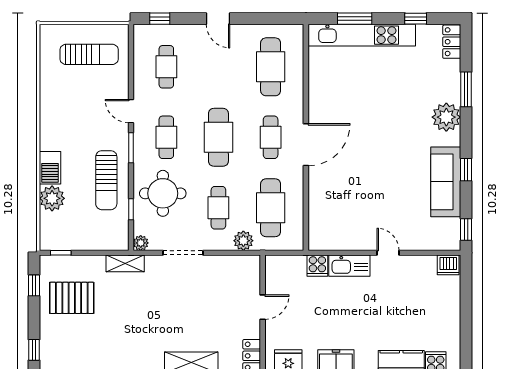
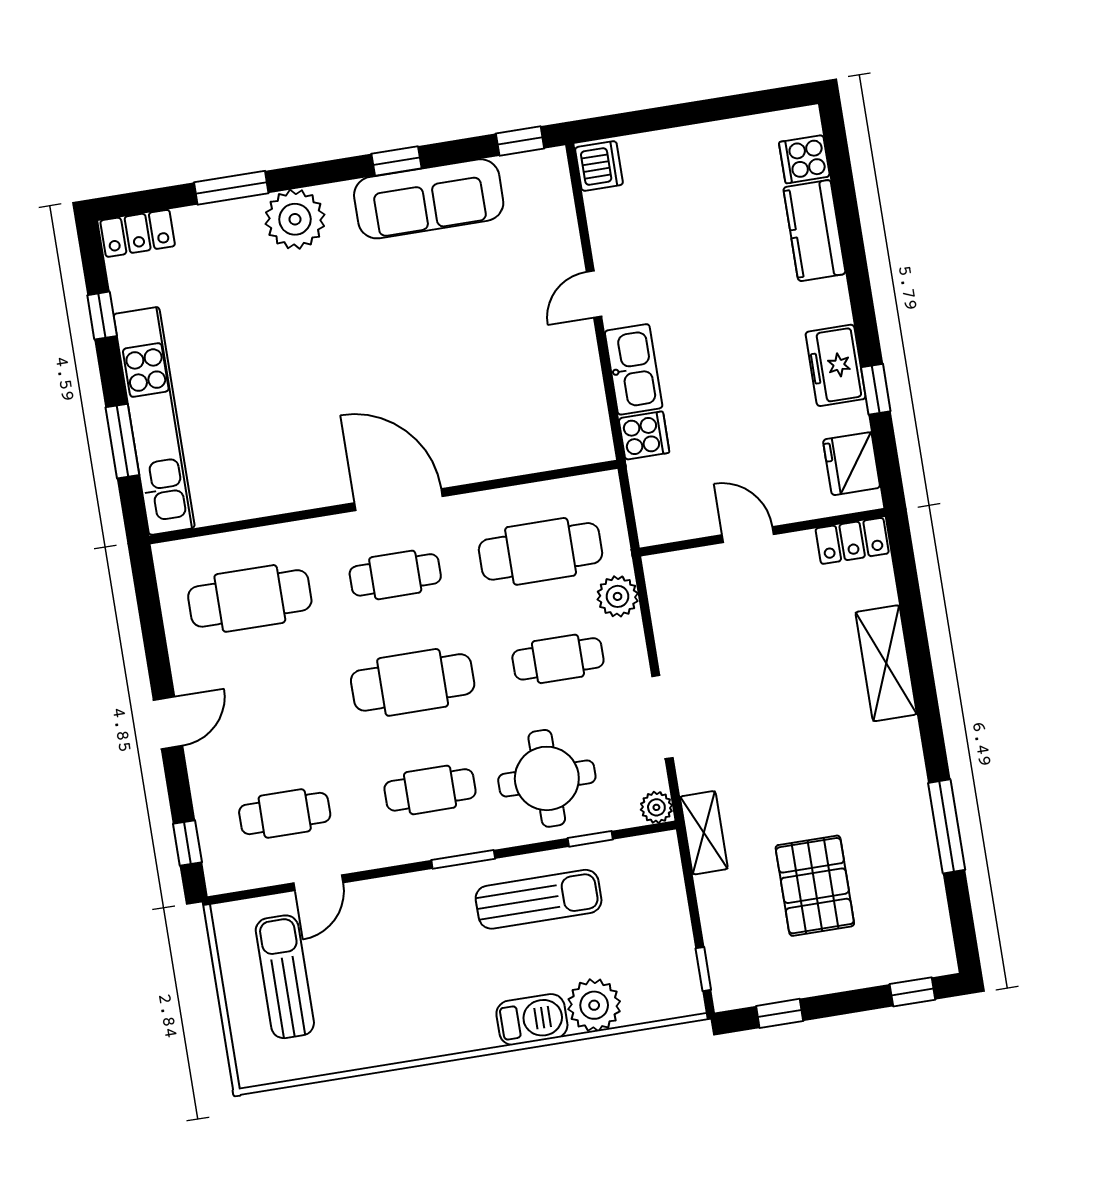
door: (131, 111) -> (318, 883), moved
pallet: (72, 298) -> (815, 886), moved

